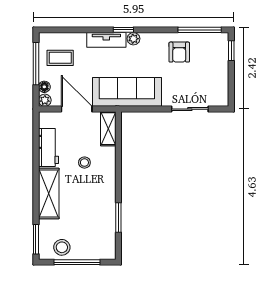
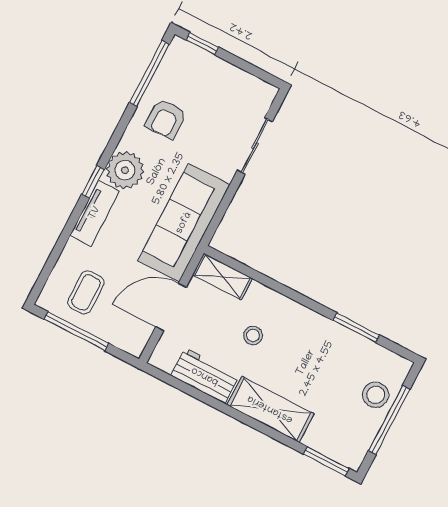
plant: (133, 39) -> (125, 170), width x1.87, depth x1.87
armchair: (179, 52) -> (166, 119), turned 90
floor lamp: (44, 87) -> (115, 337), removed
plant: (45, 100) -> (135, 346), removed
stool: (62, 247) -> (376, 395), moved

